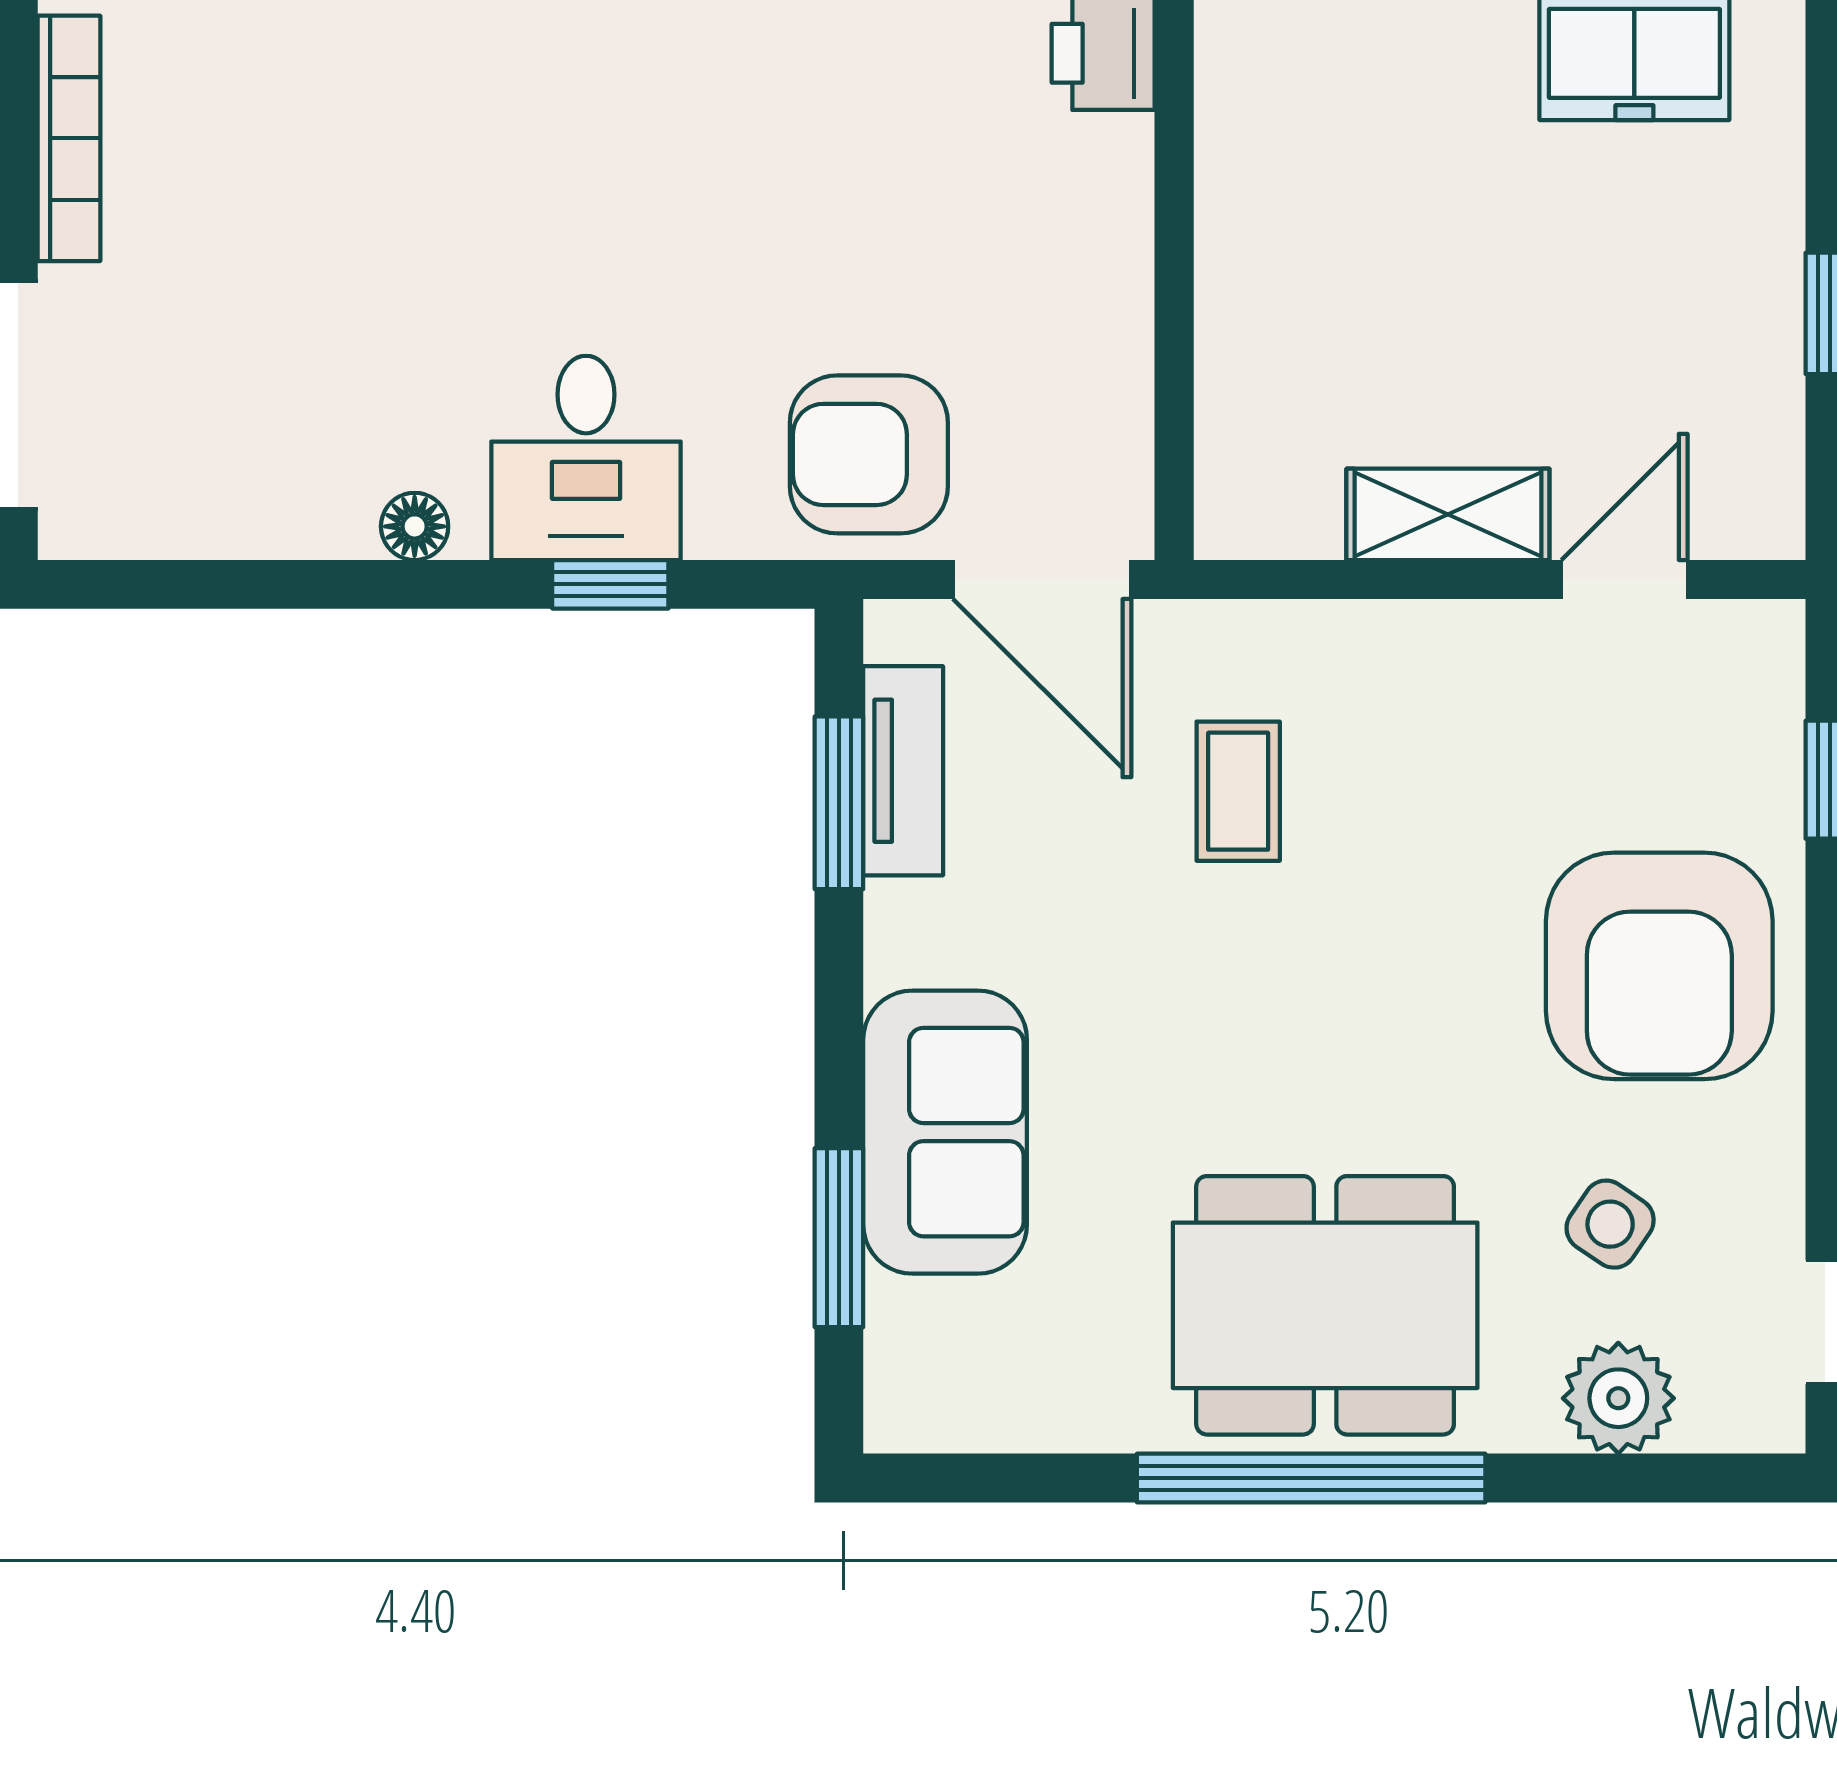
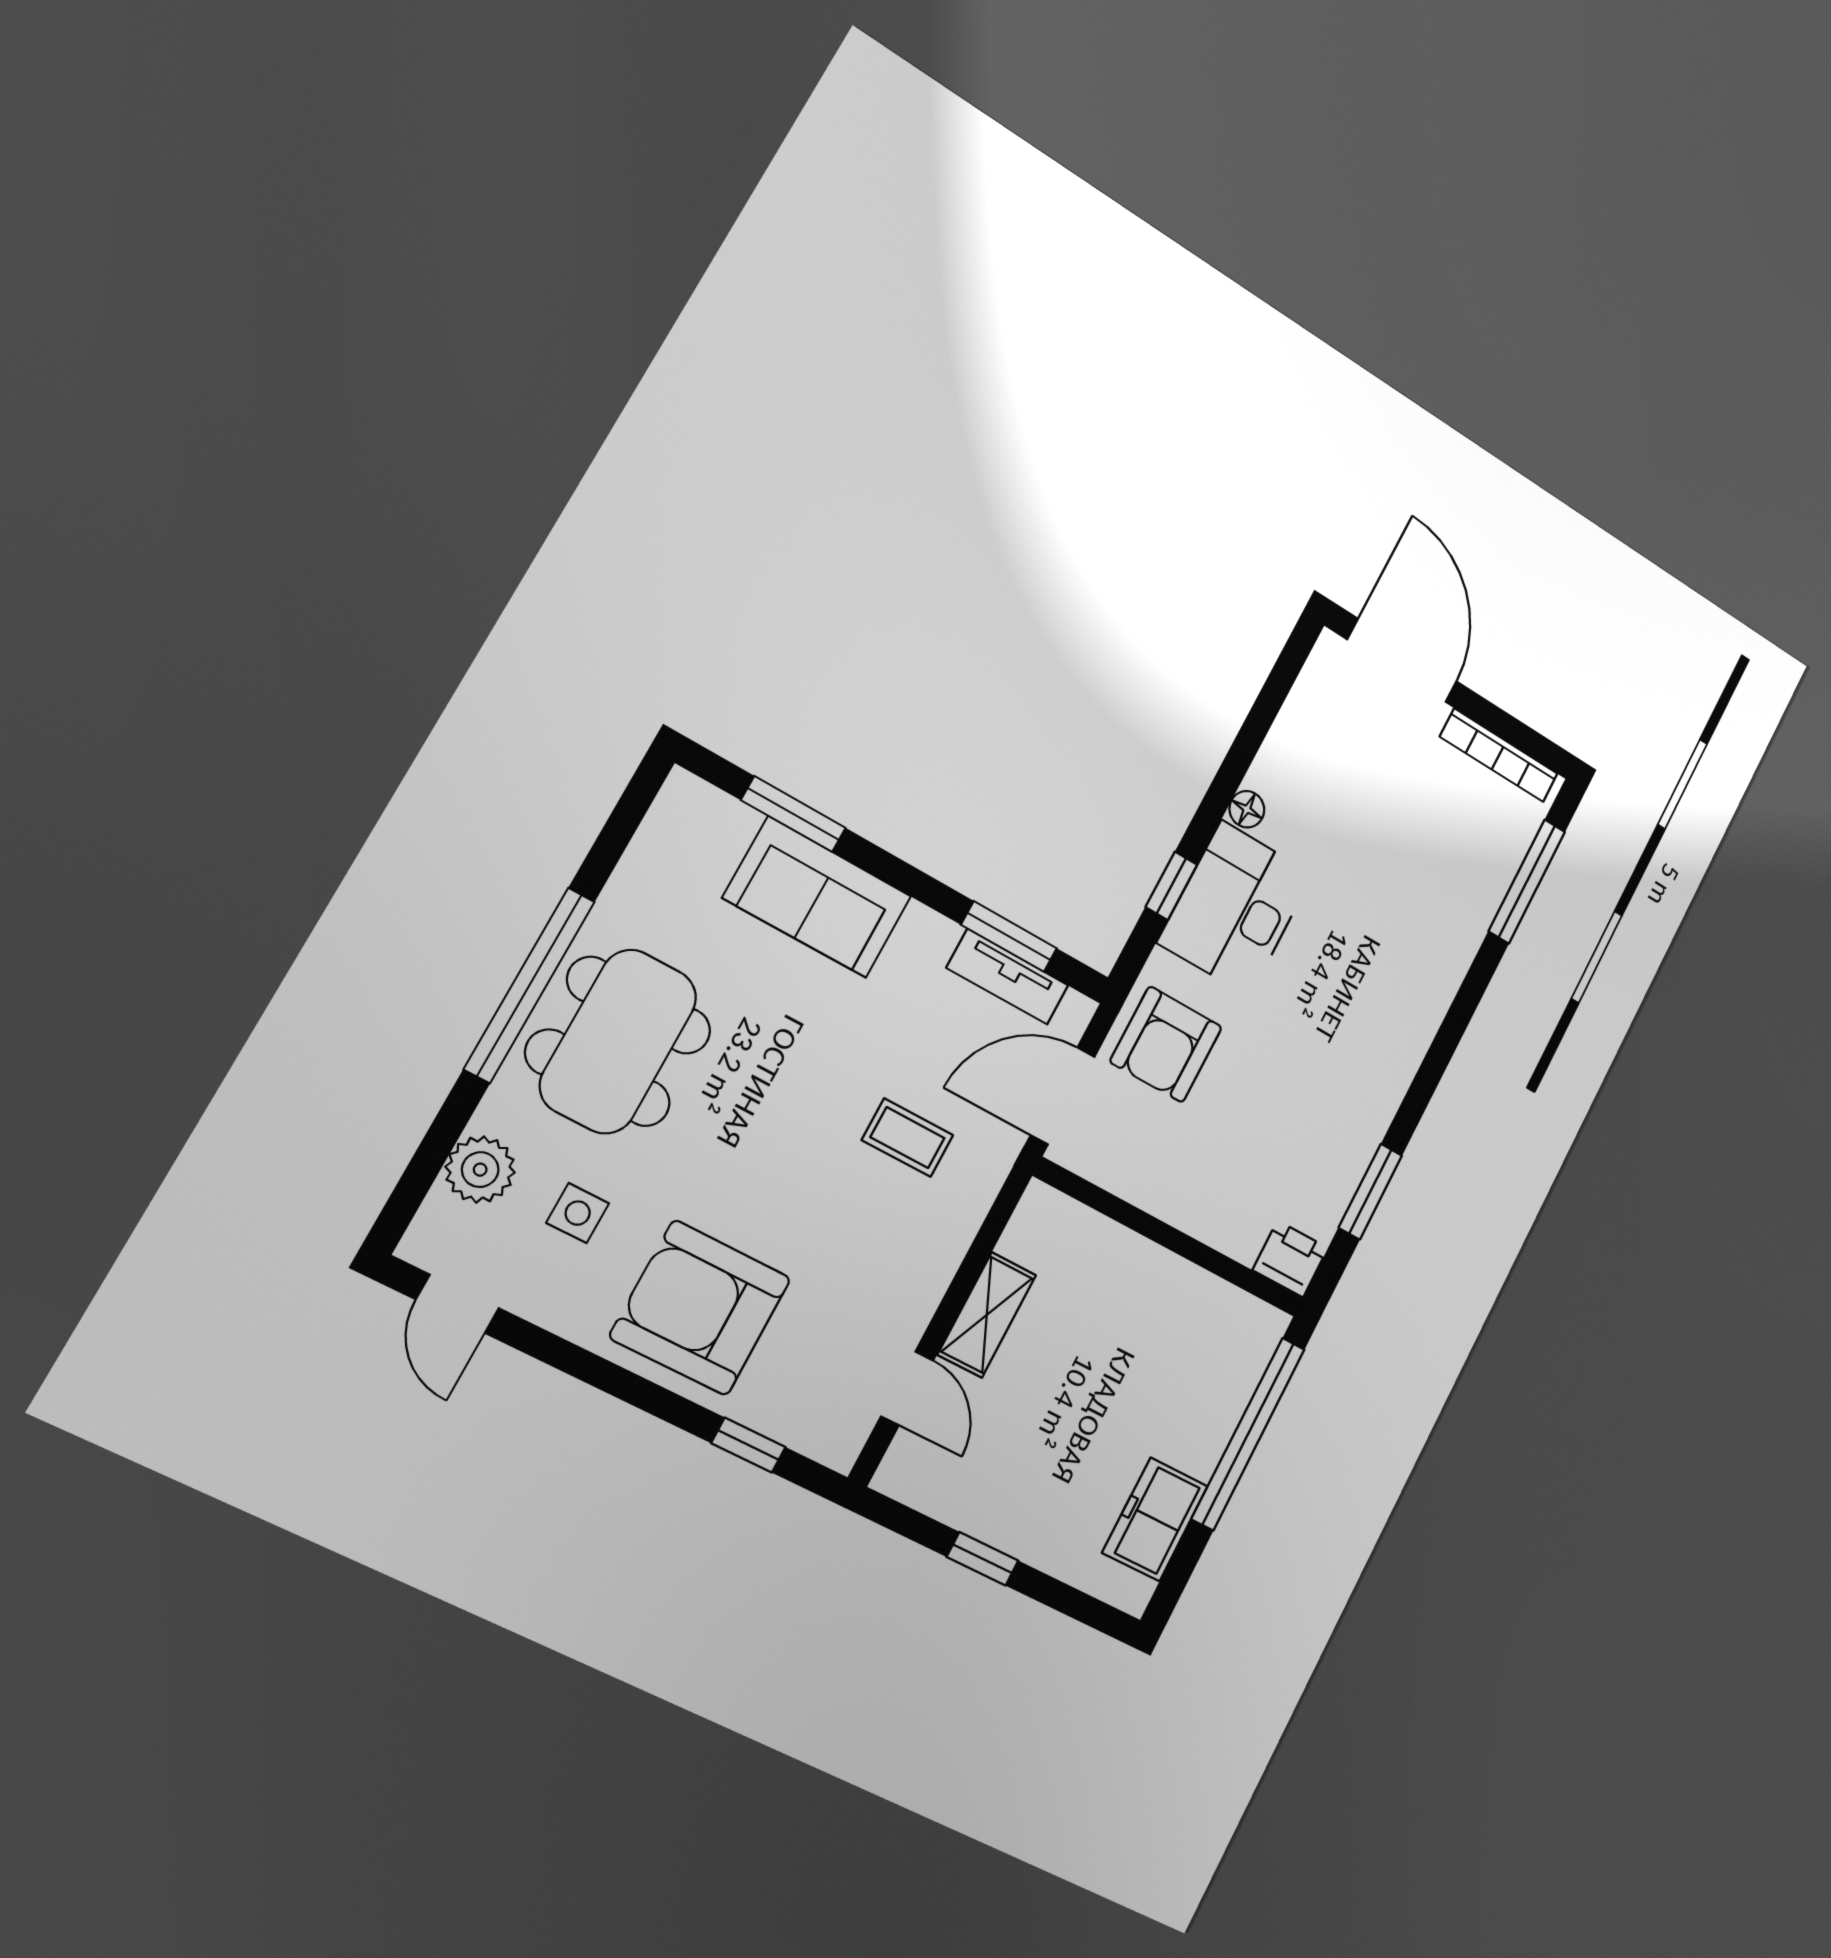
armchair: (869, 454) -> (1166, 1044), turned 180
desk: (586, 458) -> (1235, 908), width x1.37
side table: (1610, 1224) -> (578, 1213), turned -34

